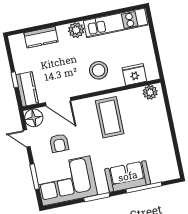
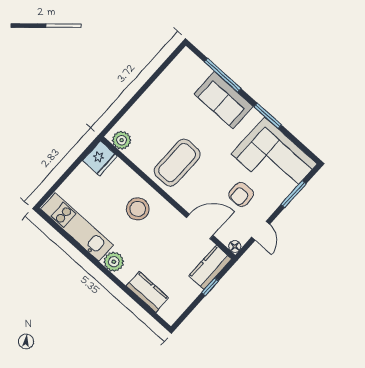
fridge: (134, 74) -> (100, 158), moved, turned -90
door: (58, 102) -> (200, 226), hinge flipped
floor lamp: (34, 118) -> (235, 246), width x0.53, depth x0.53
armchair: (59, 143) -> (241, 194), turned 180

